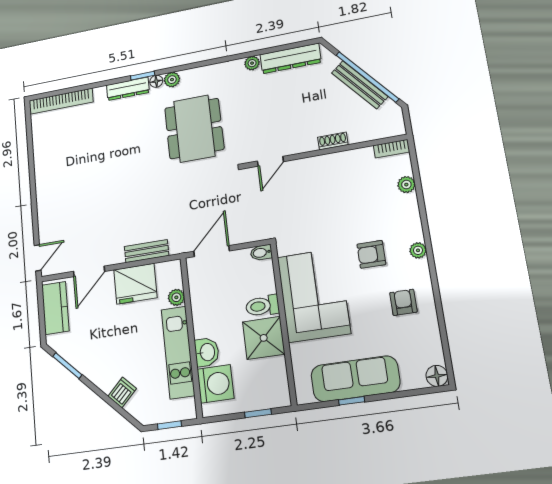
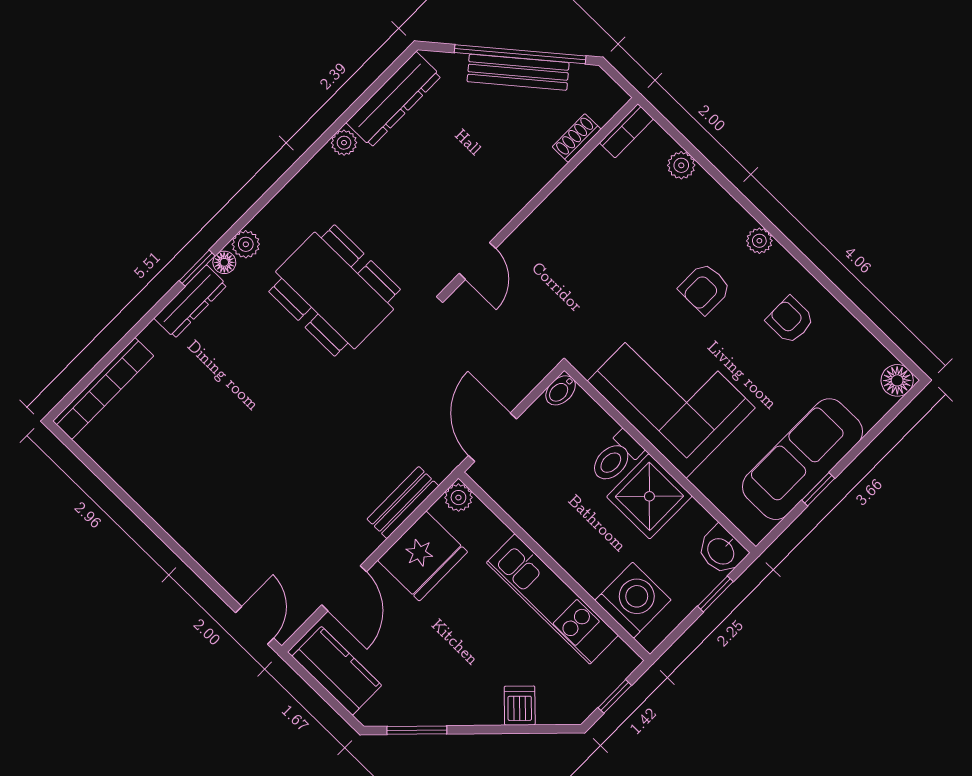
shoe rack: (333, 141) -> (577, 138), moved
plant: (176, 297) -> (458, 498), moved
washbasin: (207, 352) -> (722, 551), moved, turned 180

